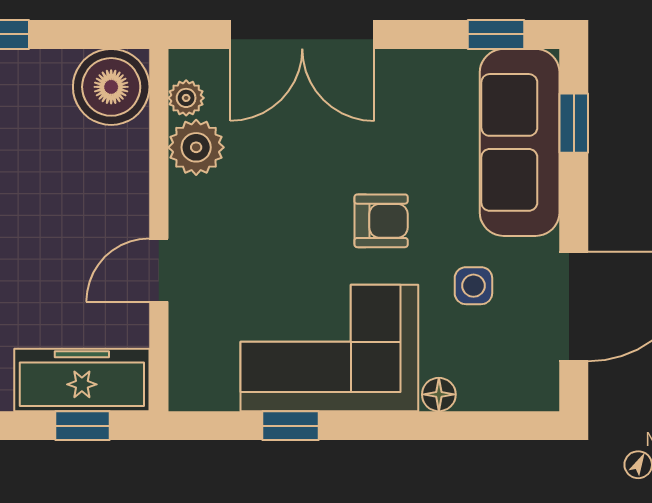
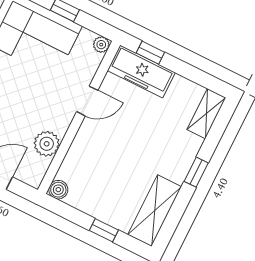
boiler: (111, 87) -> (58, 190), width x0.54, depth x0.54
plant: (186, 98) -> (101, 45), moved

